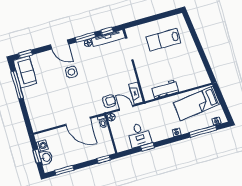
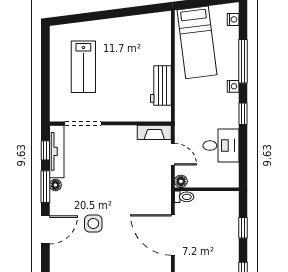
armchair: (109, 101) -> (155, 178), removed
door: (126, 108) -> (173, 154), swing flipped
door: (78, 121) -> (173, 235), swing flipped
window: (203, 131) -> (243, 61), moved
window: (147, 147) -> (243, 114), moved
window: (104, 159) -> (243, 228), moved

